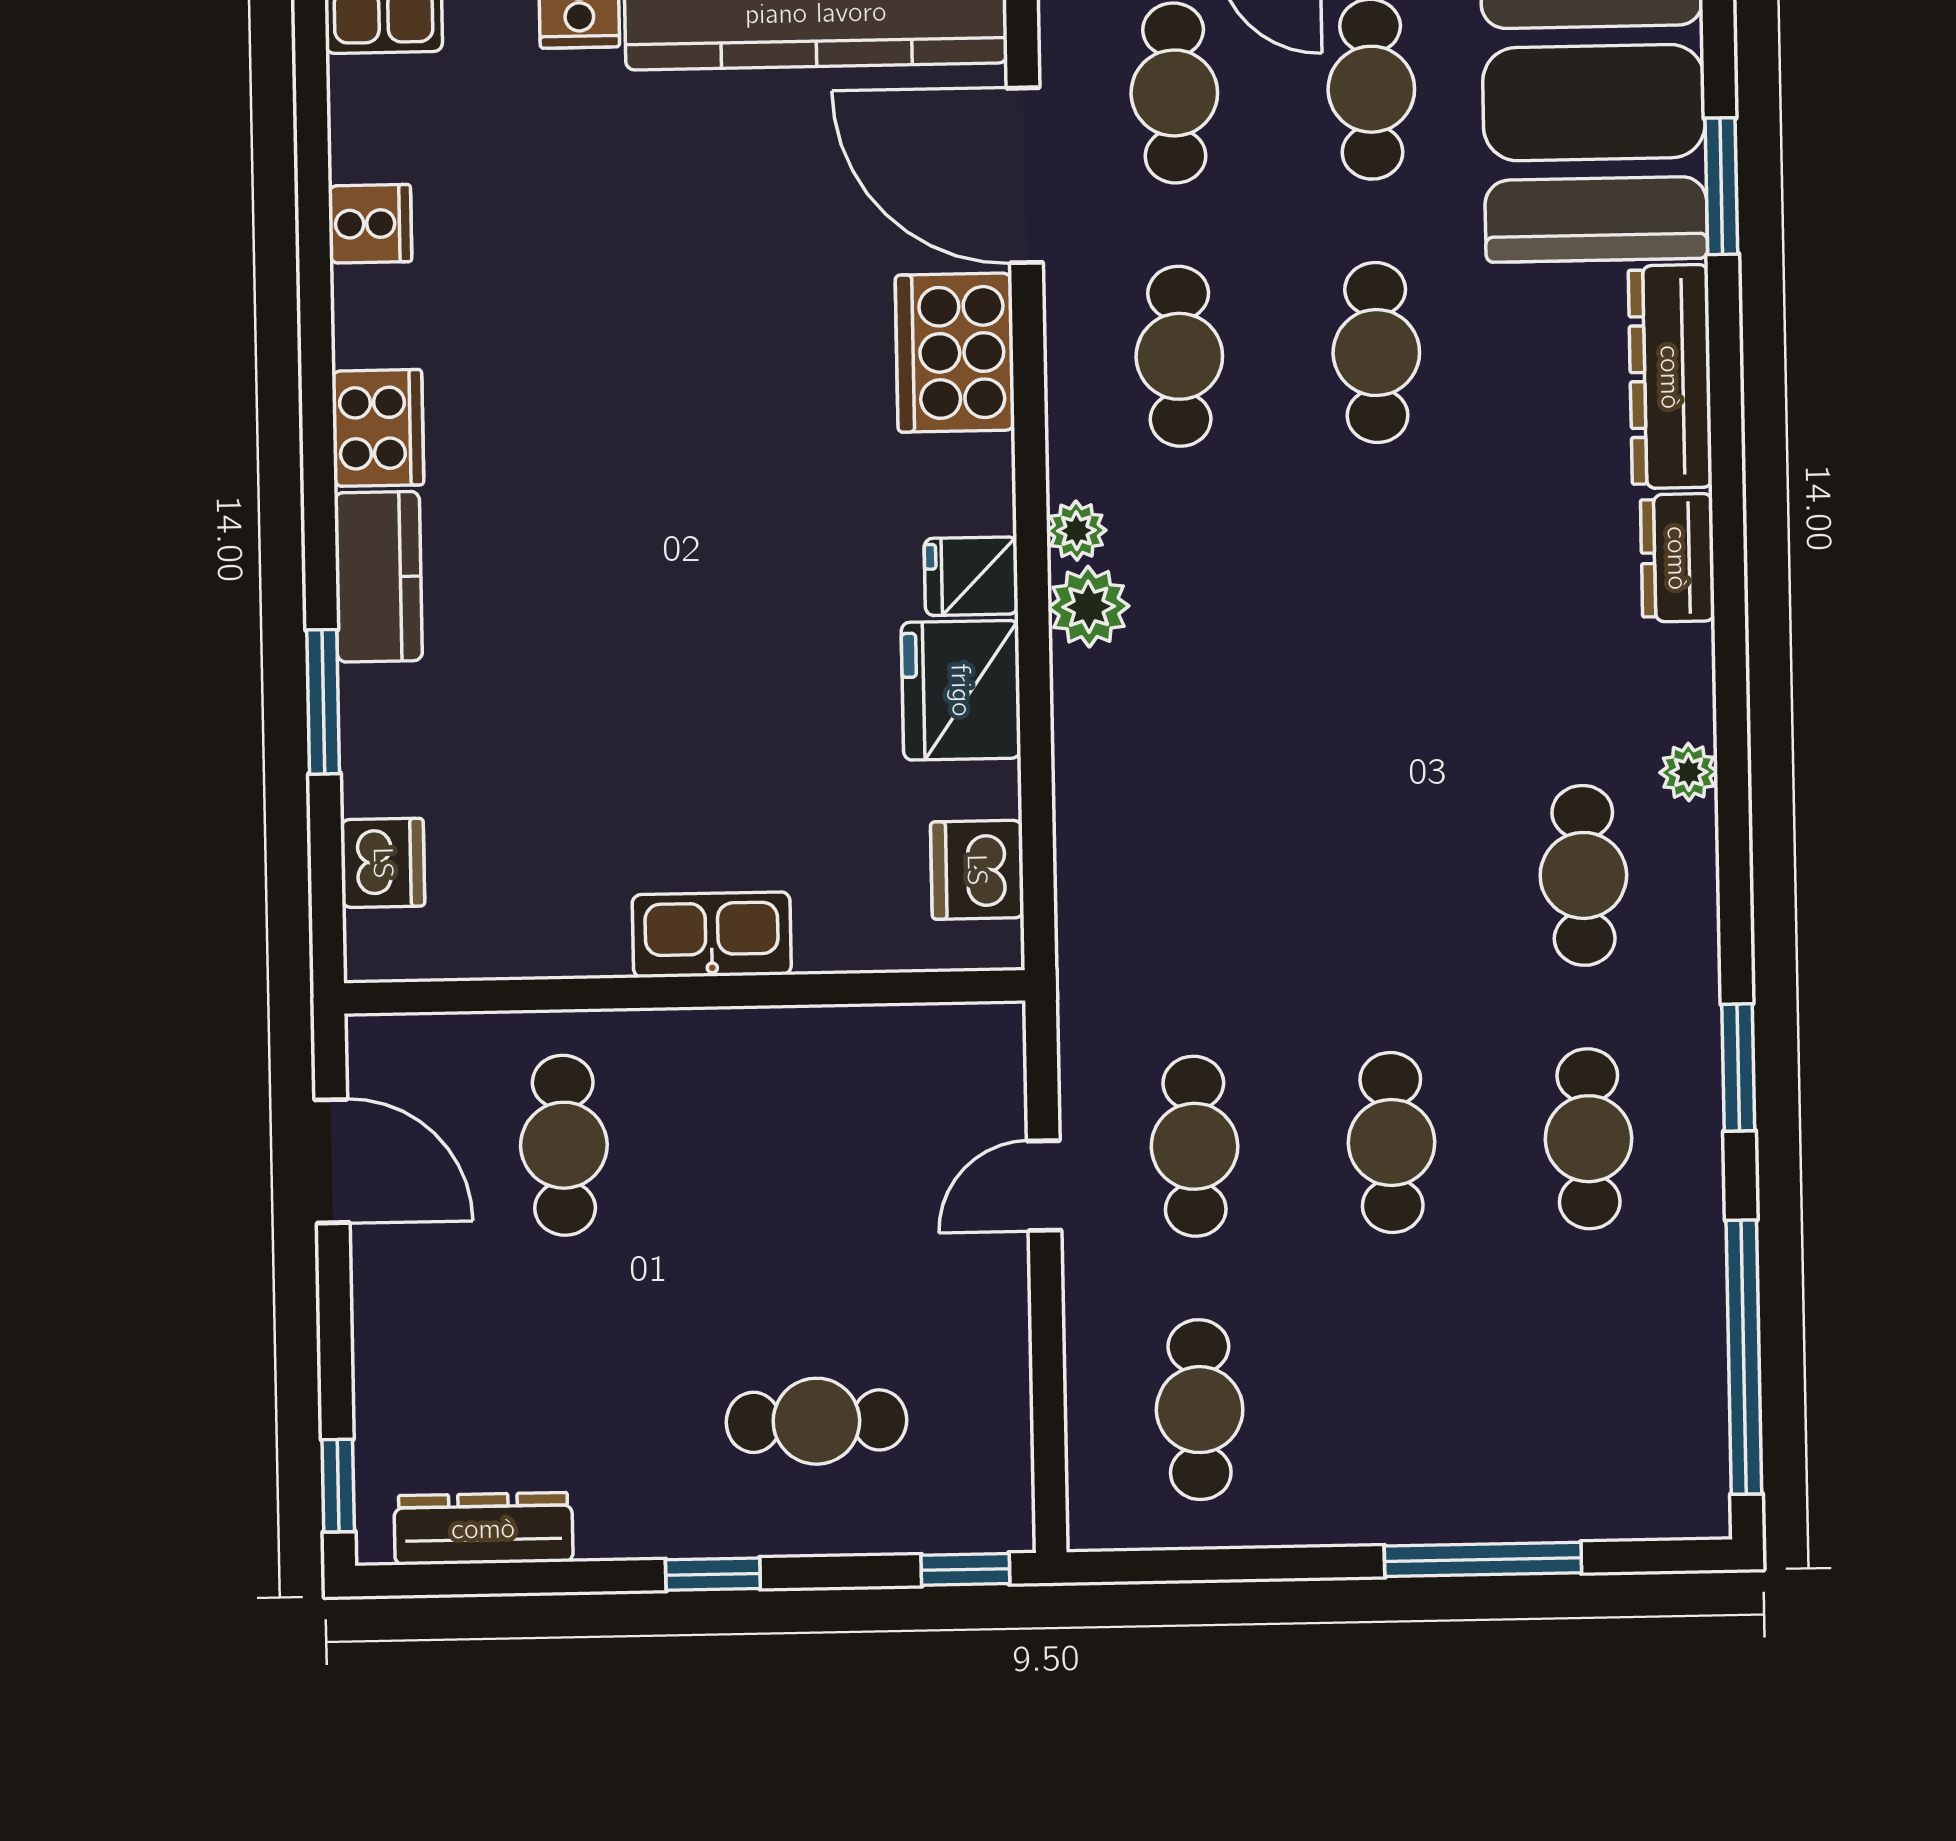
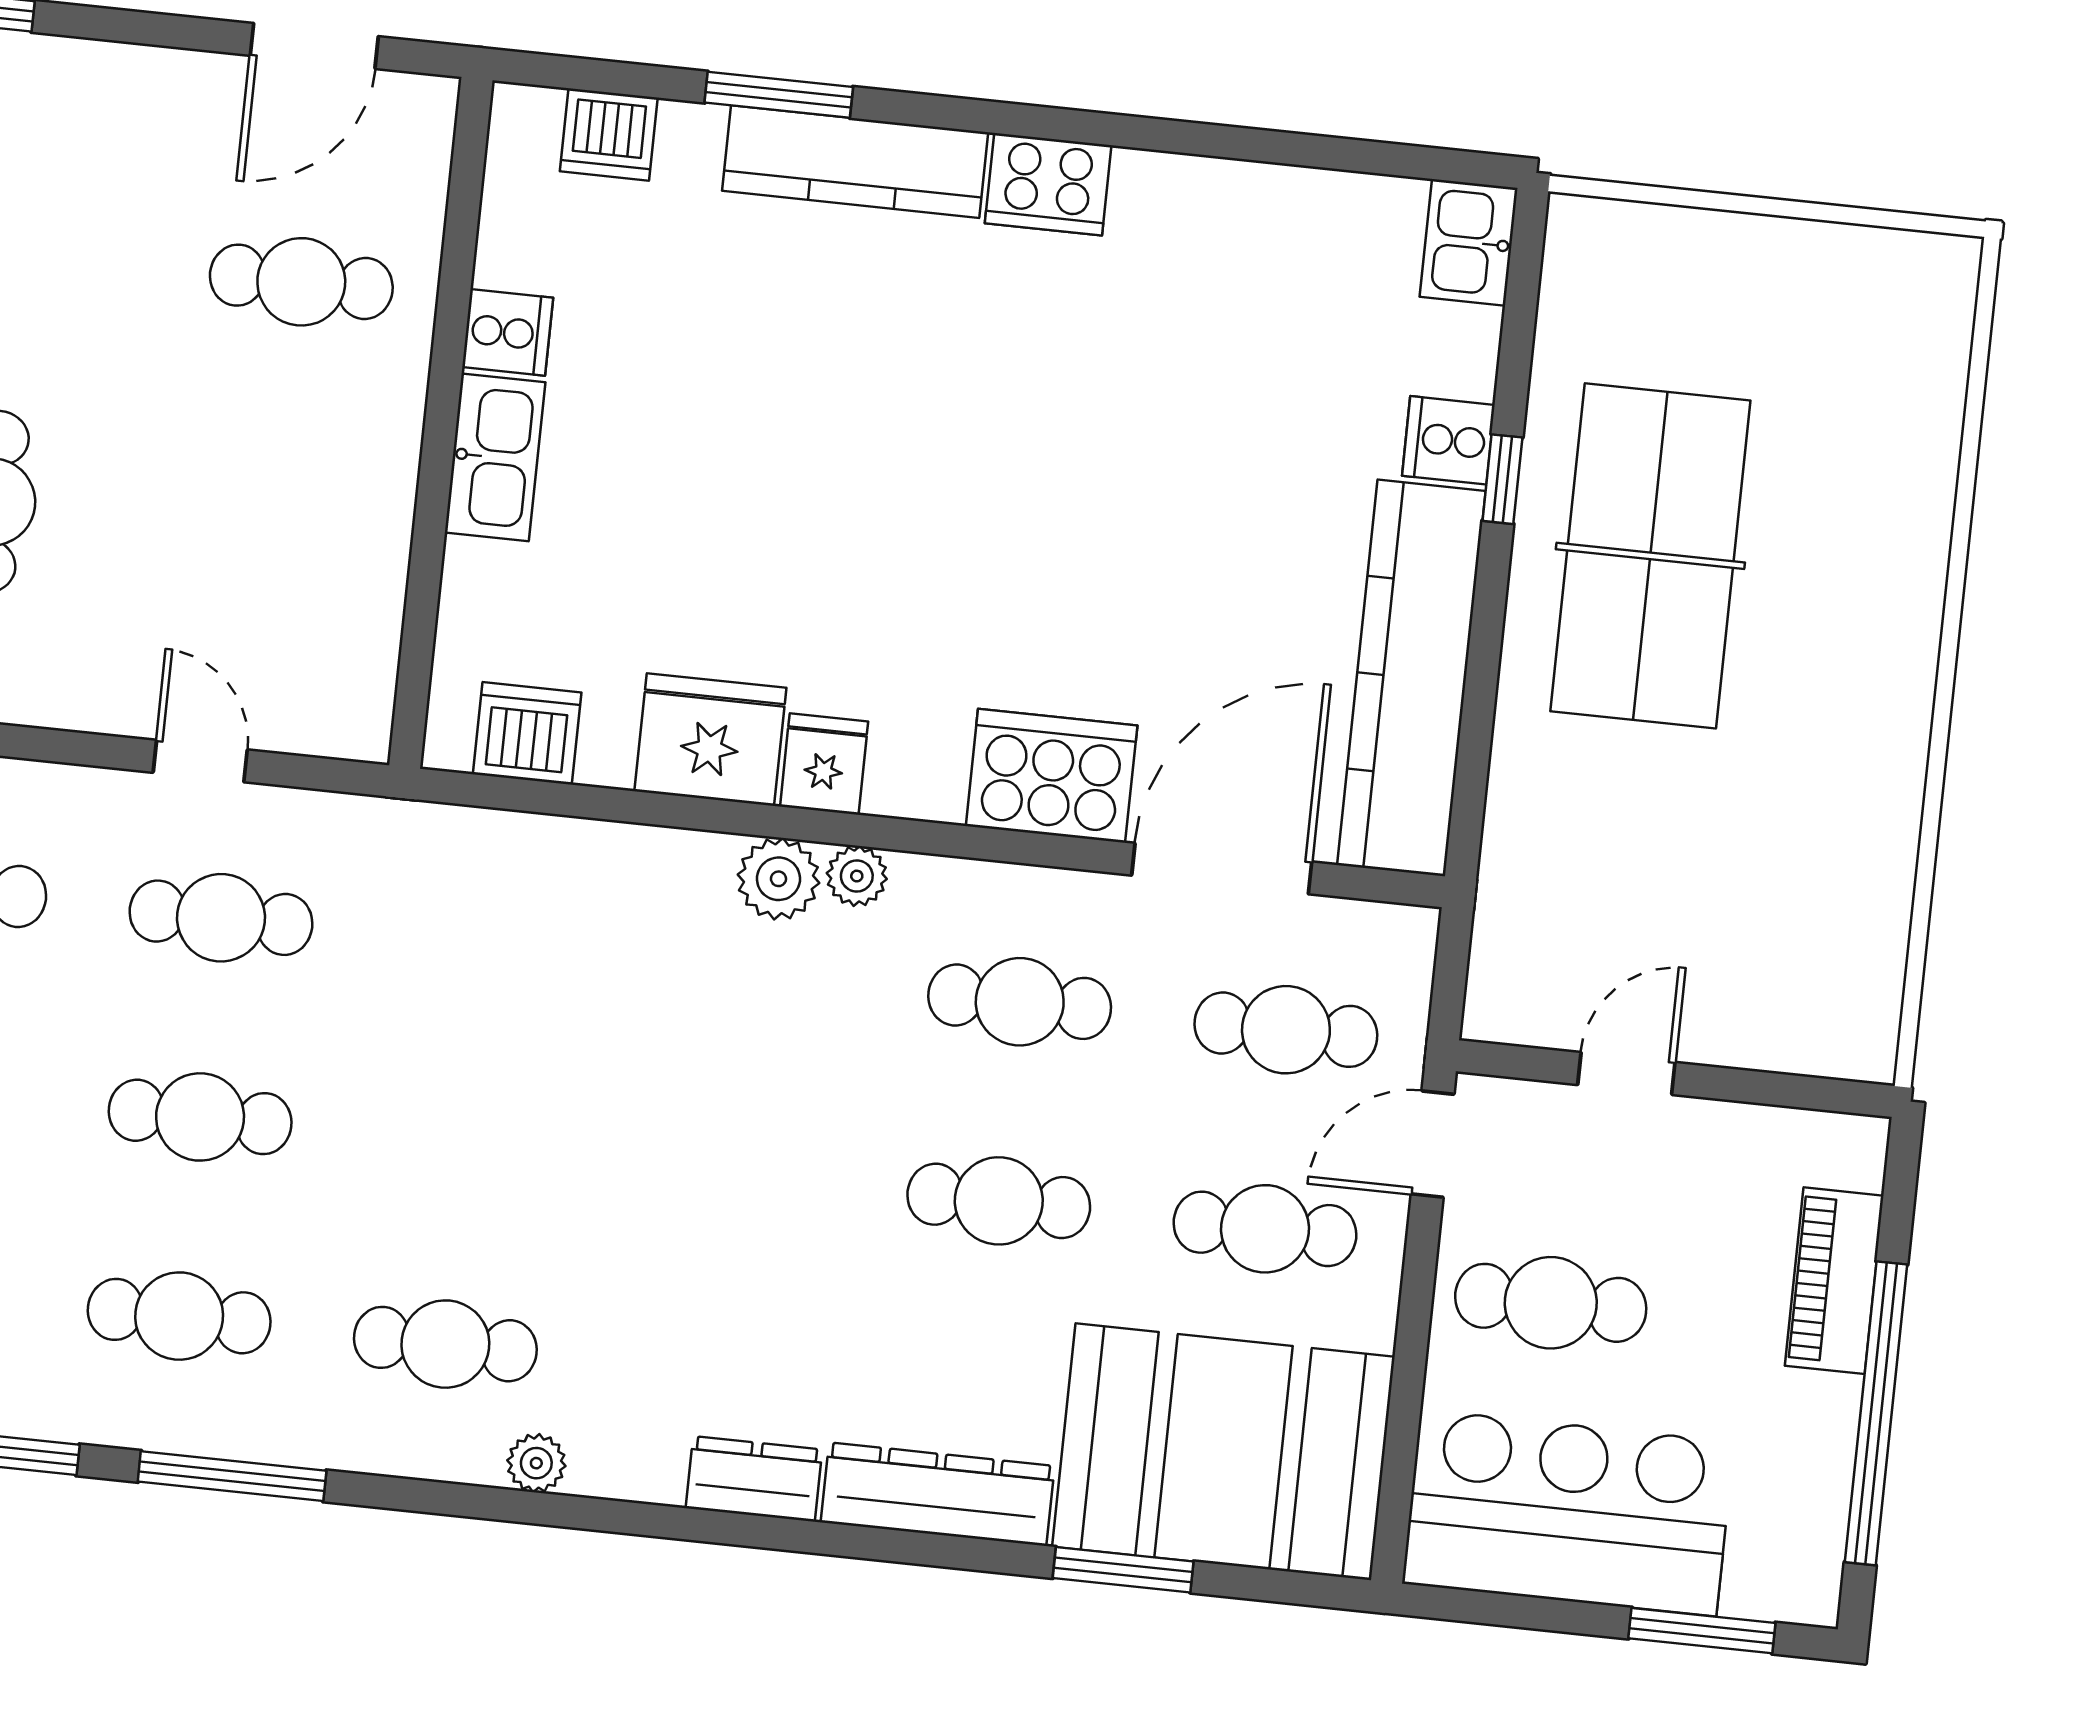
cooker: (370, 224) -> (508, 332), moved, turned -90
kitchen counter: (378, 577) -> (855, 162), width x1.50
window: (1738, 1068) -> (232, 1476), width x1.44

